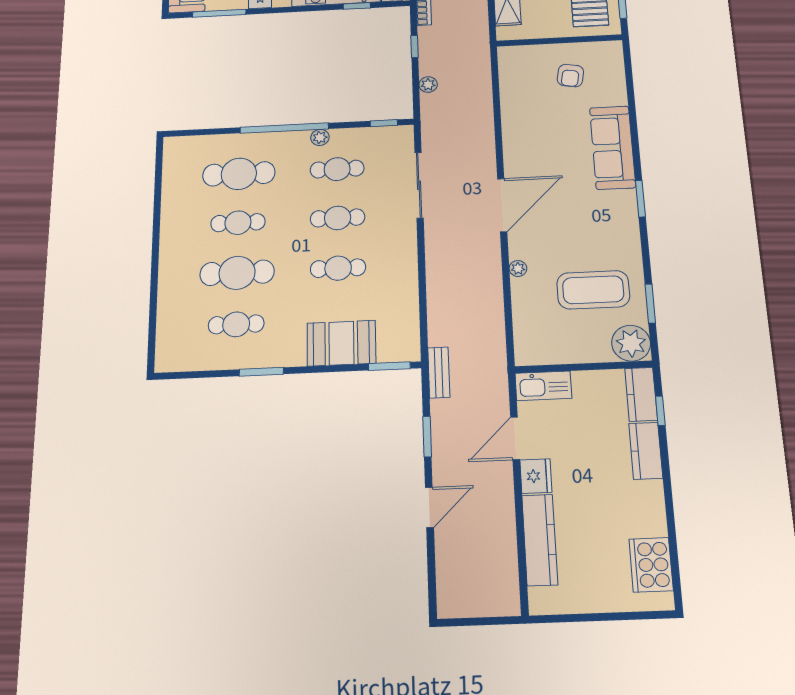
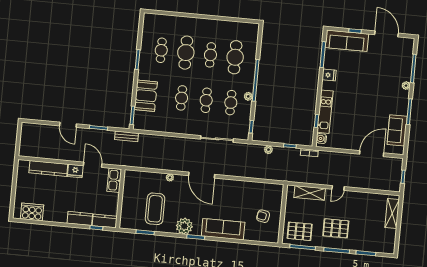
plant: (631, 343) -> (184, 226), moved

